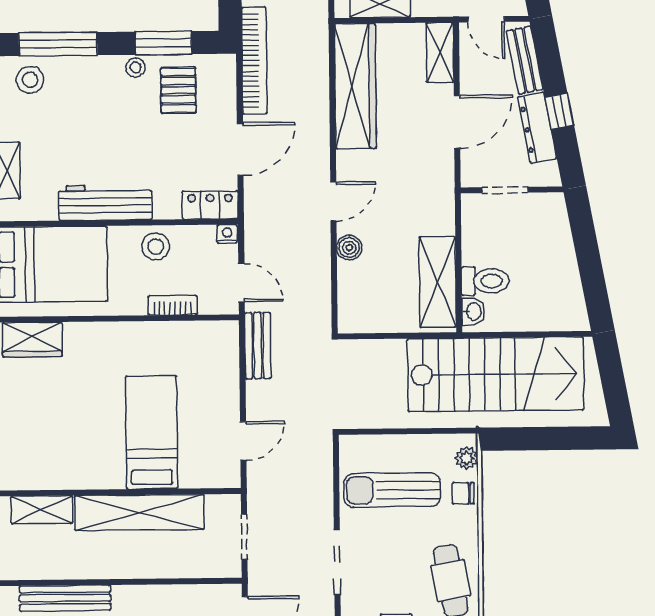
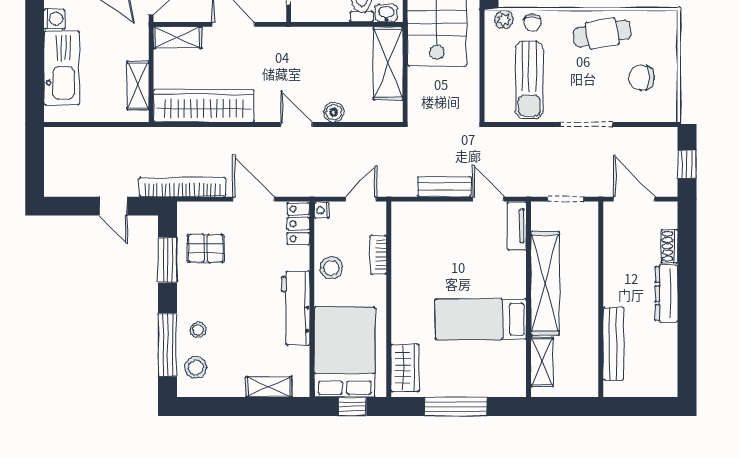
stool: (136, 67) -> (198, 330), moved
shelving: (438, 282) -> (388, 63), moved, turned 90
bench: (258, 345) -> (444, 187), moved
bed: (152, 432) -> (481, 319), moved
tv unit: (210, 477) -> (517, 226), added

